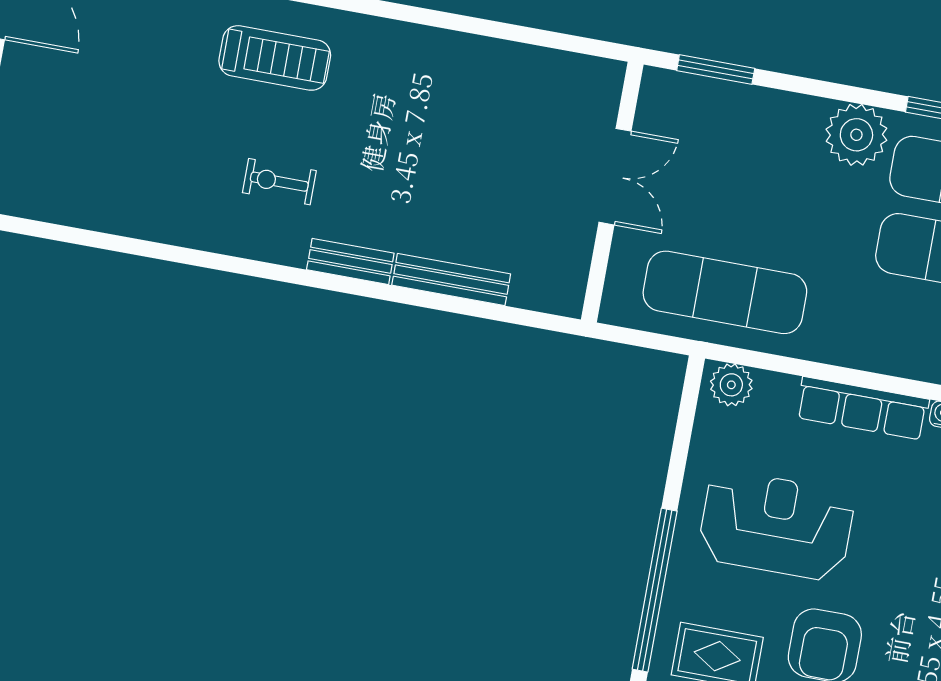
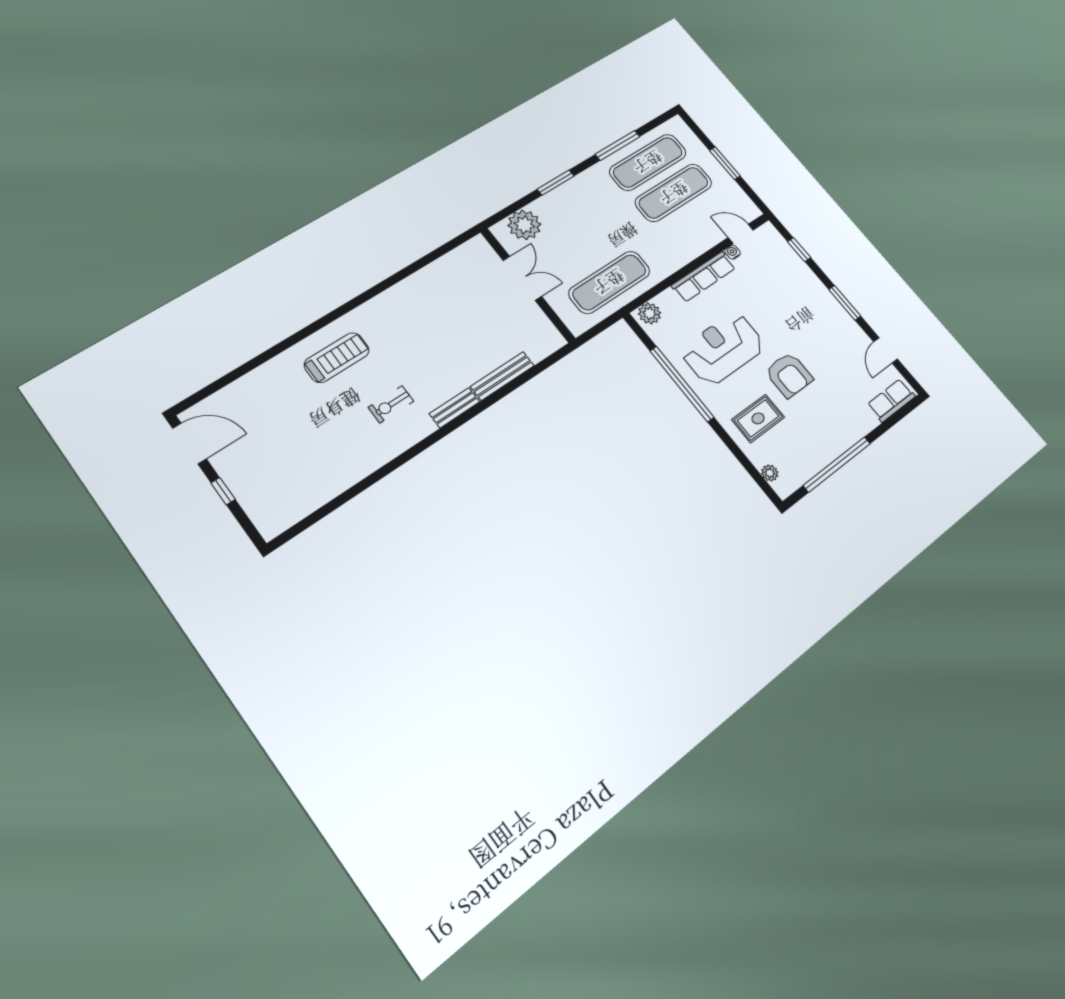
window: (716, 69) -> (556, 183), moved
plant: (856, 135) -> (524, 225), moved
window: (655, 590) -> (682, 384), moved

